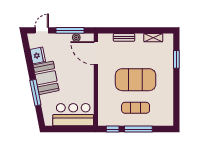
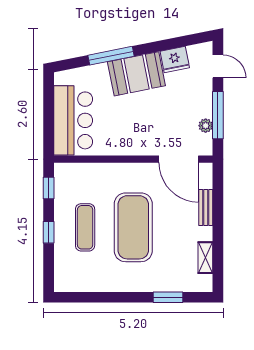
door: (96, 53) -> (179, 159), swing flipped
window: (138, 129) -> (49, 232), width x0.46

